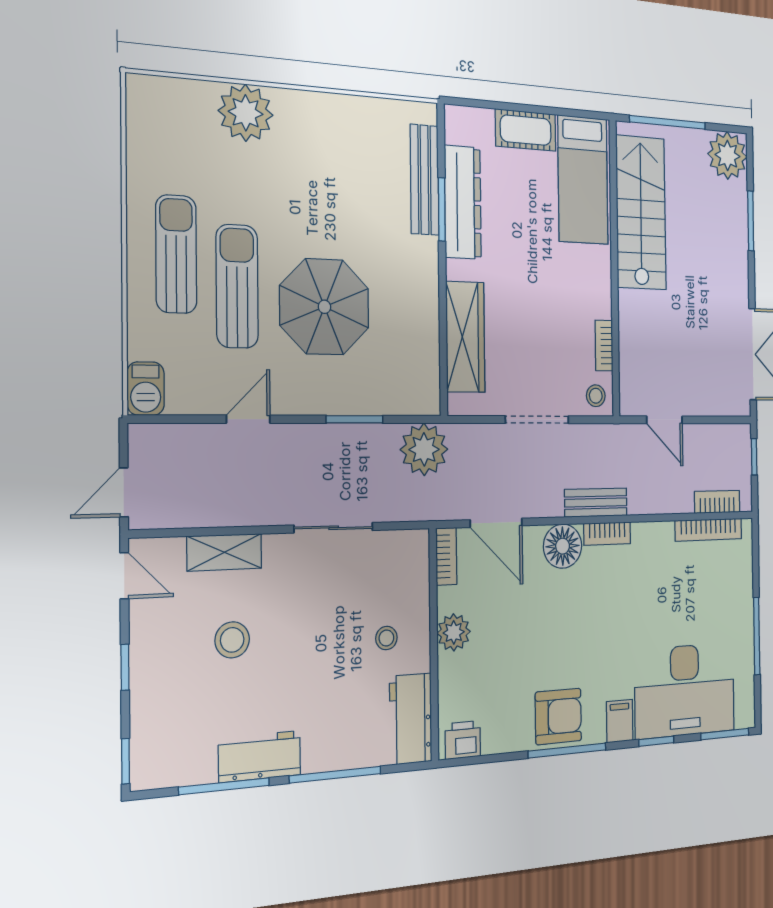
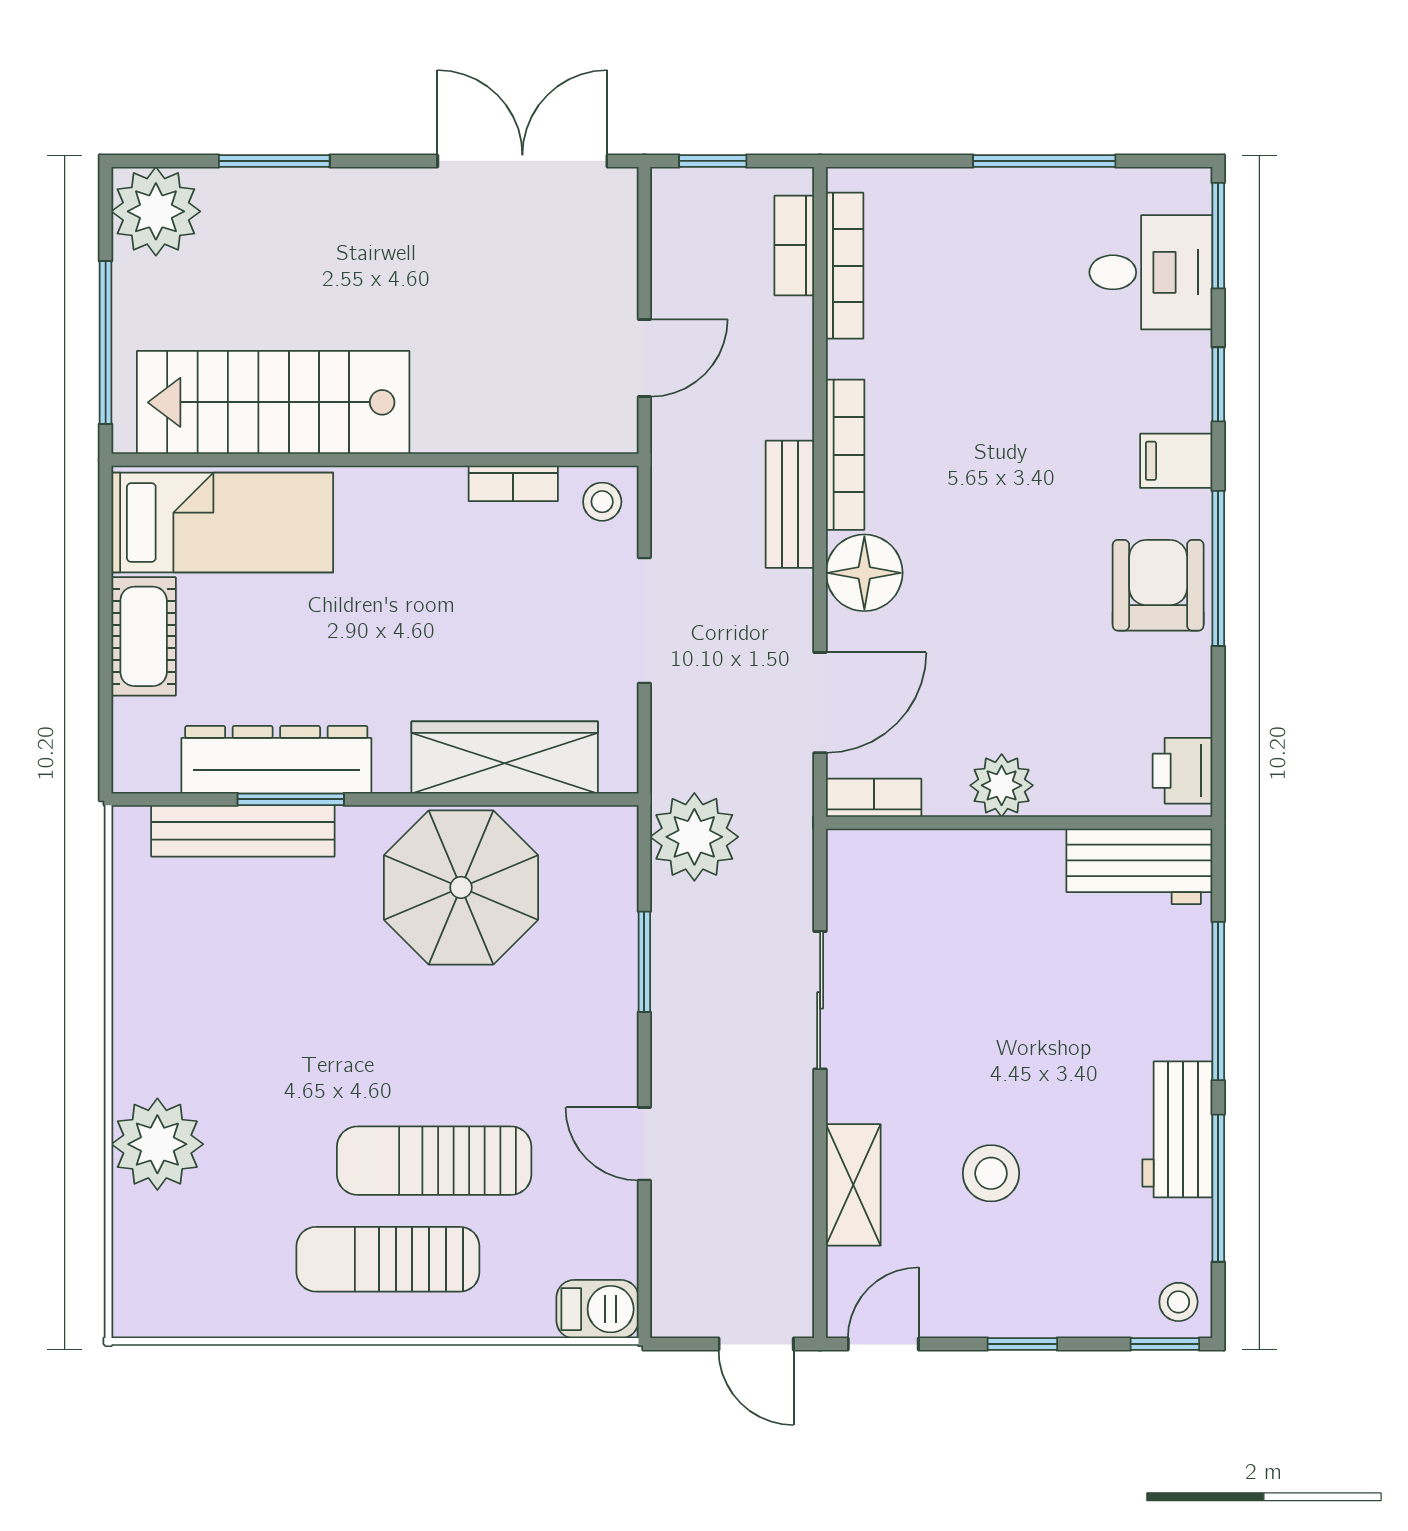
parasol: (324, 307) -> (461, 887), moved
bookcase: (607, 534) -> (845, 455), width x1.56
stool: (386, 638) -> (1178, 1302), moved
desk: (685, 690) -> (1151, 272), width x0.53, depth x0.77

